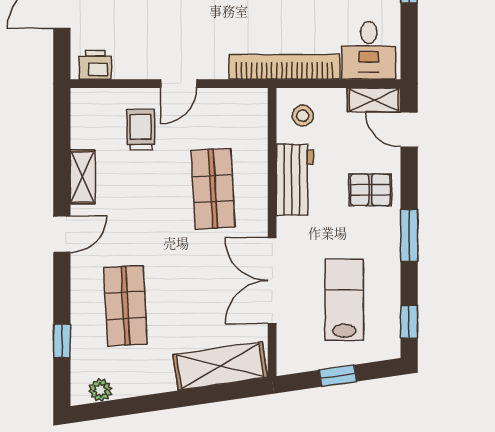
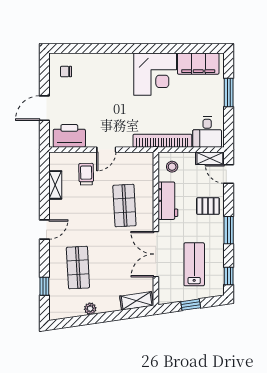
printer: (95, 65) -> (69, 136), width x1.87, depth x1.48
shelving: (83, 177) -> (55, 185), moved
shelving: (220, 366) -> (137, 301), width x0.67, depth x0.75
plant: (100, 390) -> (90, 309), moved

